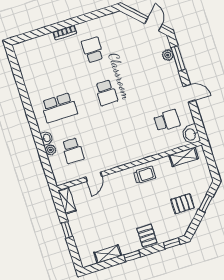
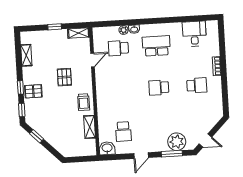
plant: (168, 55) -> (177, 142), width x1.87, depth x1.87
desk: (34, 68) -> (194, 34), added
school desk: (59, 108) -> (156, 46), turned 90
shelving: (184, 157) -> (90, 127), moved
door: (94, 177) -> (93, 60), swing flipped
window: (206, 203) -> (37, 136), moved
pallet: (182, 204) -> (64, 77), moved
window: (132, 256) -> (20, 87), moved

